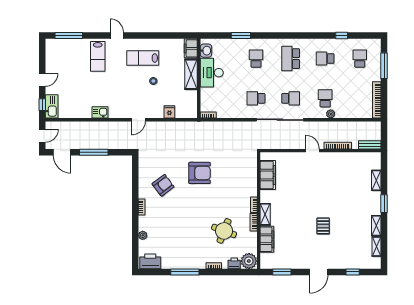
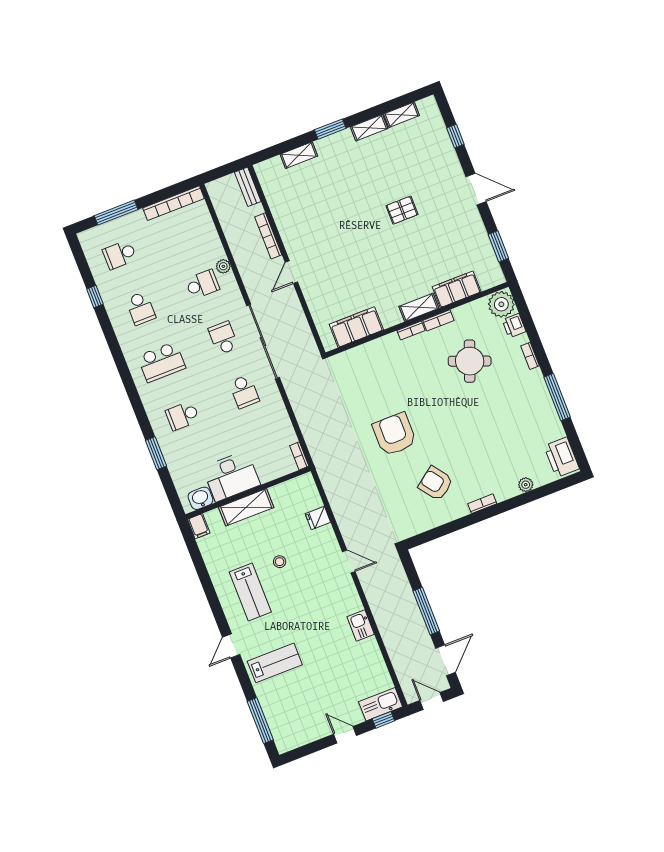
filing cabinet: (191, 48) -> (199, 526), width x0.50
school desk: (325, 98) -> (202, 284), turned 180

